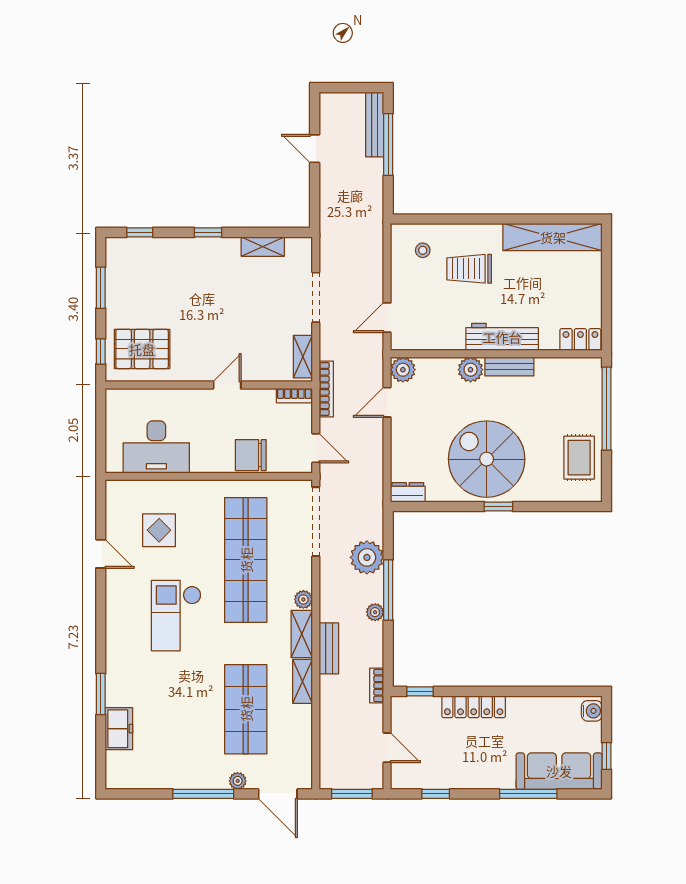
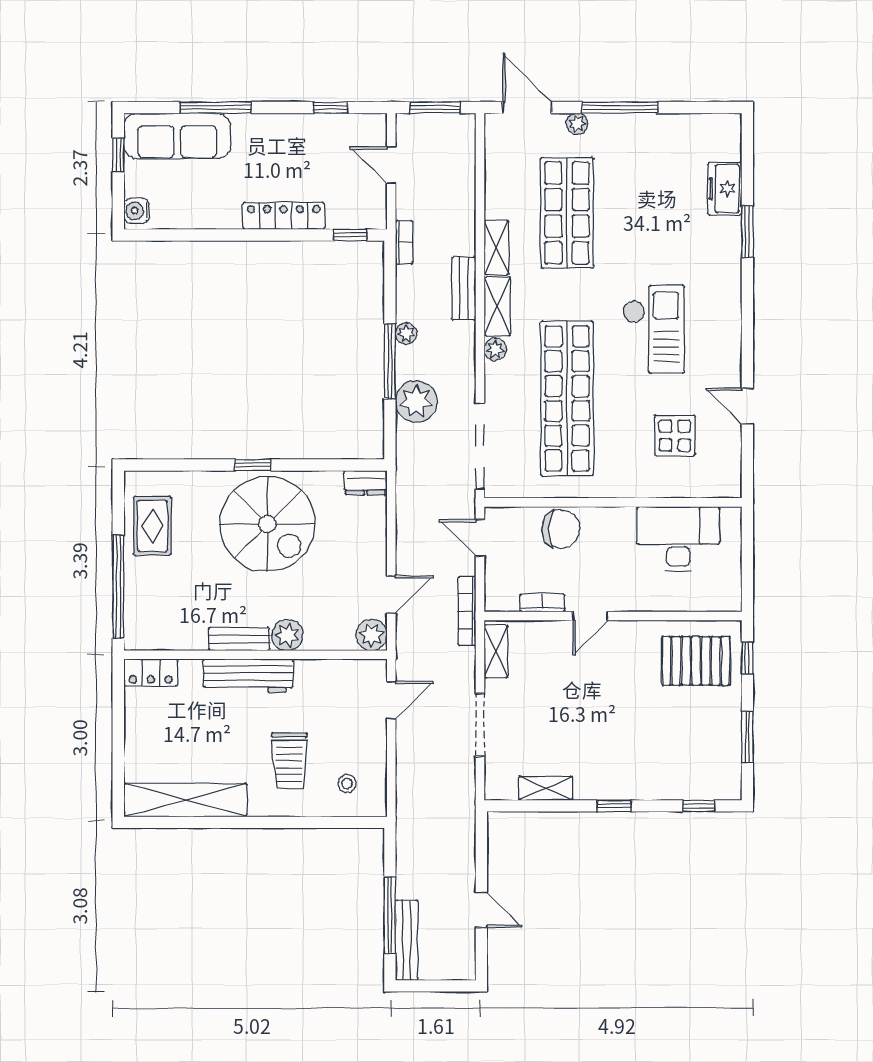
trolley: (469, 269) -> (289, 761), turned 90
bookcase: (294, 396) -> (542, 603), moved

